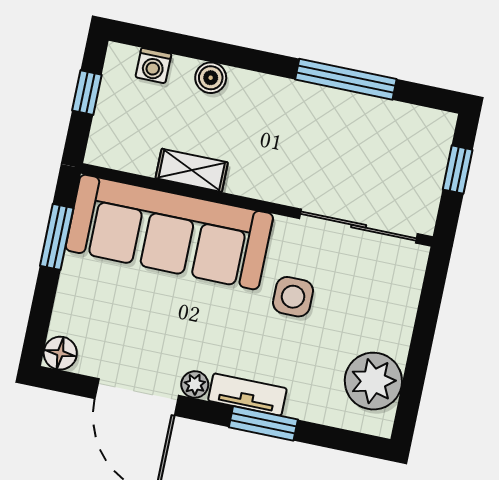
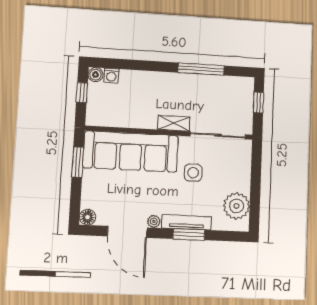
boiler: (211, 78) -> (95, 75), moved
shelving: (192, 170) -> (174, 123), moved
tv unit: (247, 395) -> (186, 222), width x1.41

